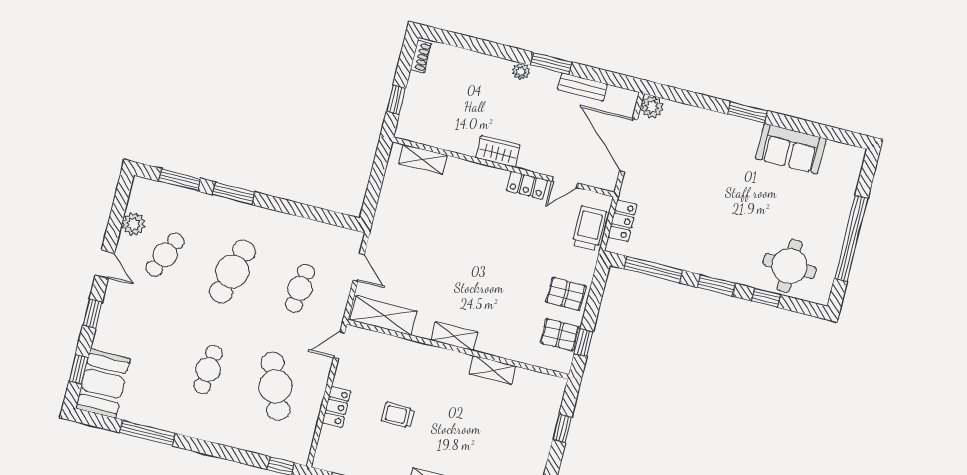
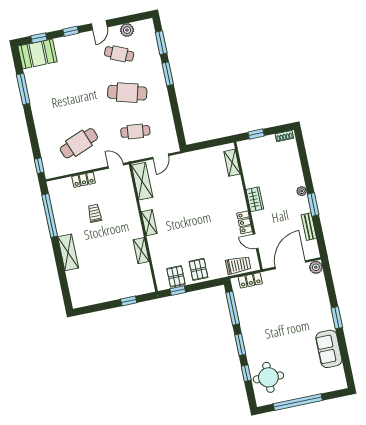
cafe table: (208, 370) -> (71, 104), removed

